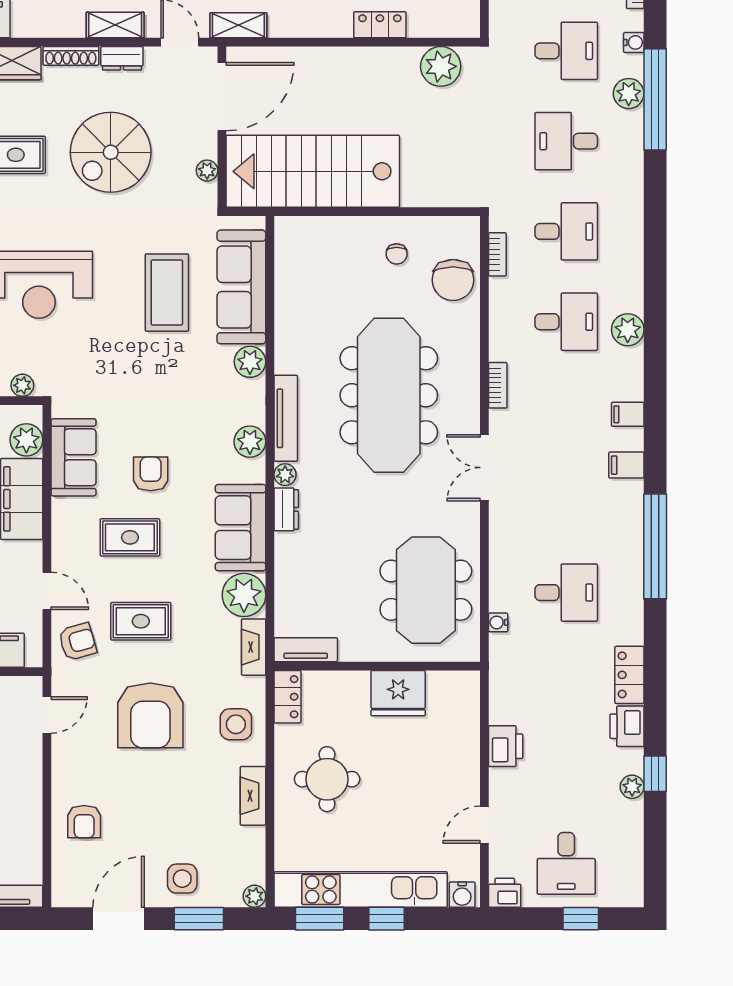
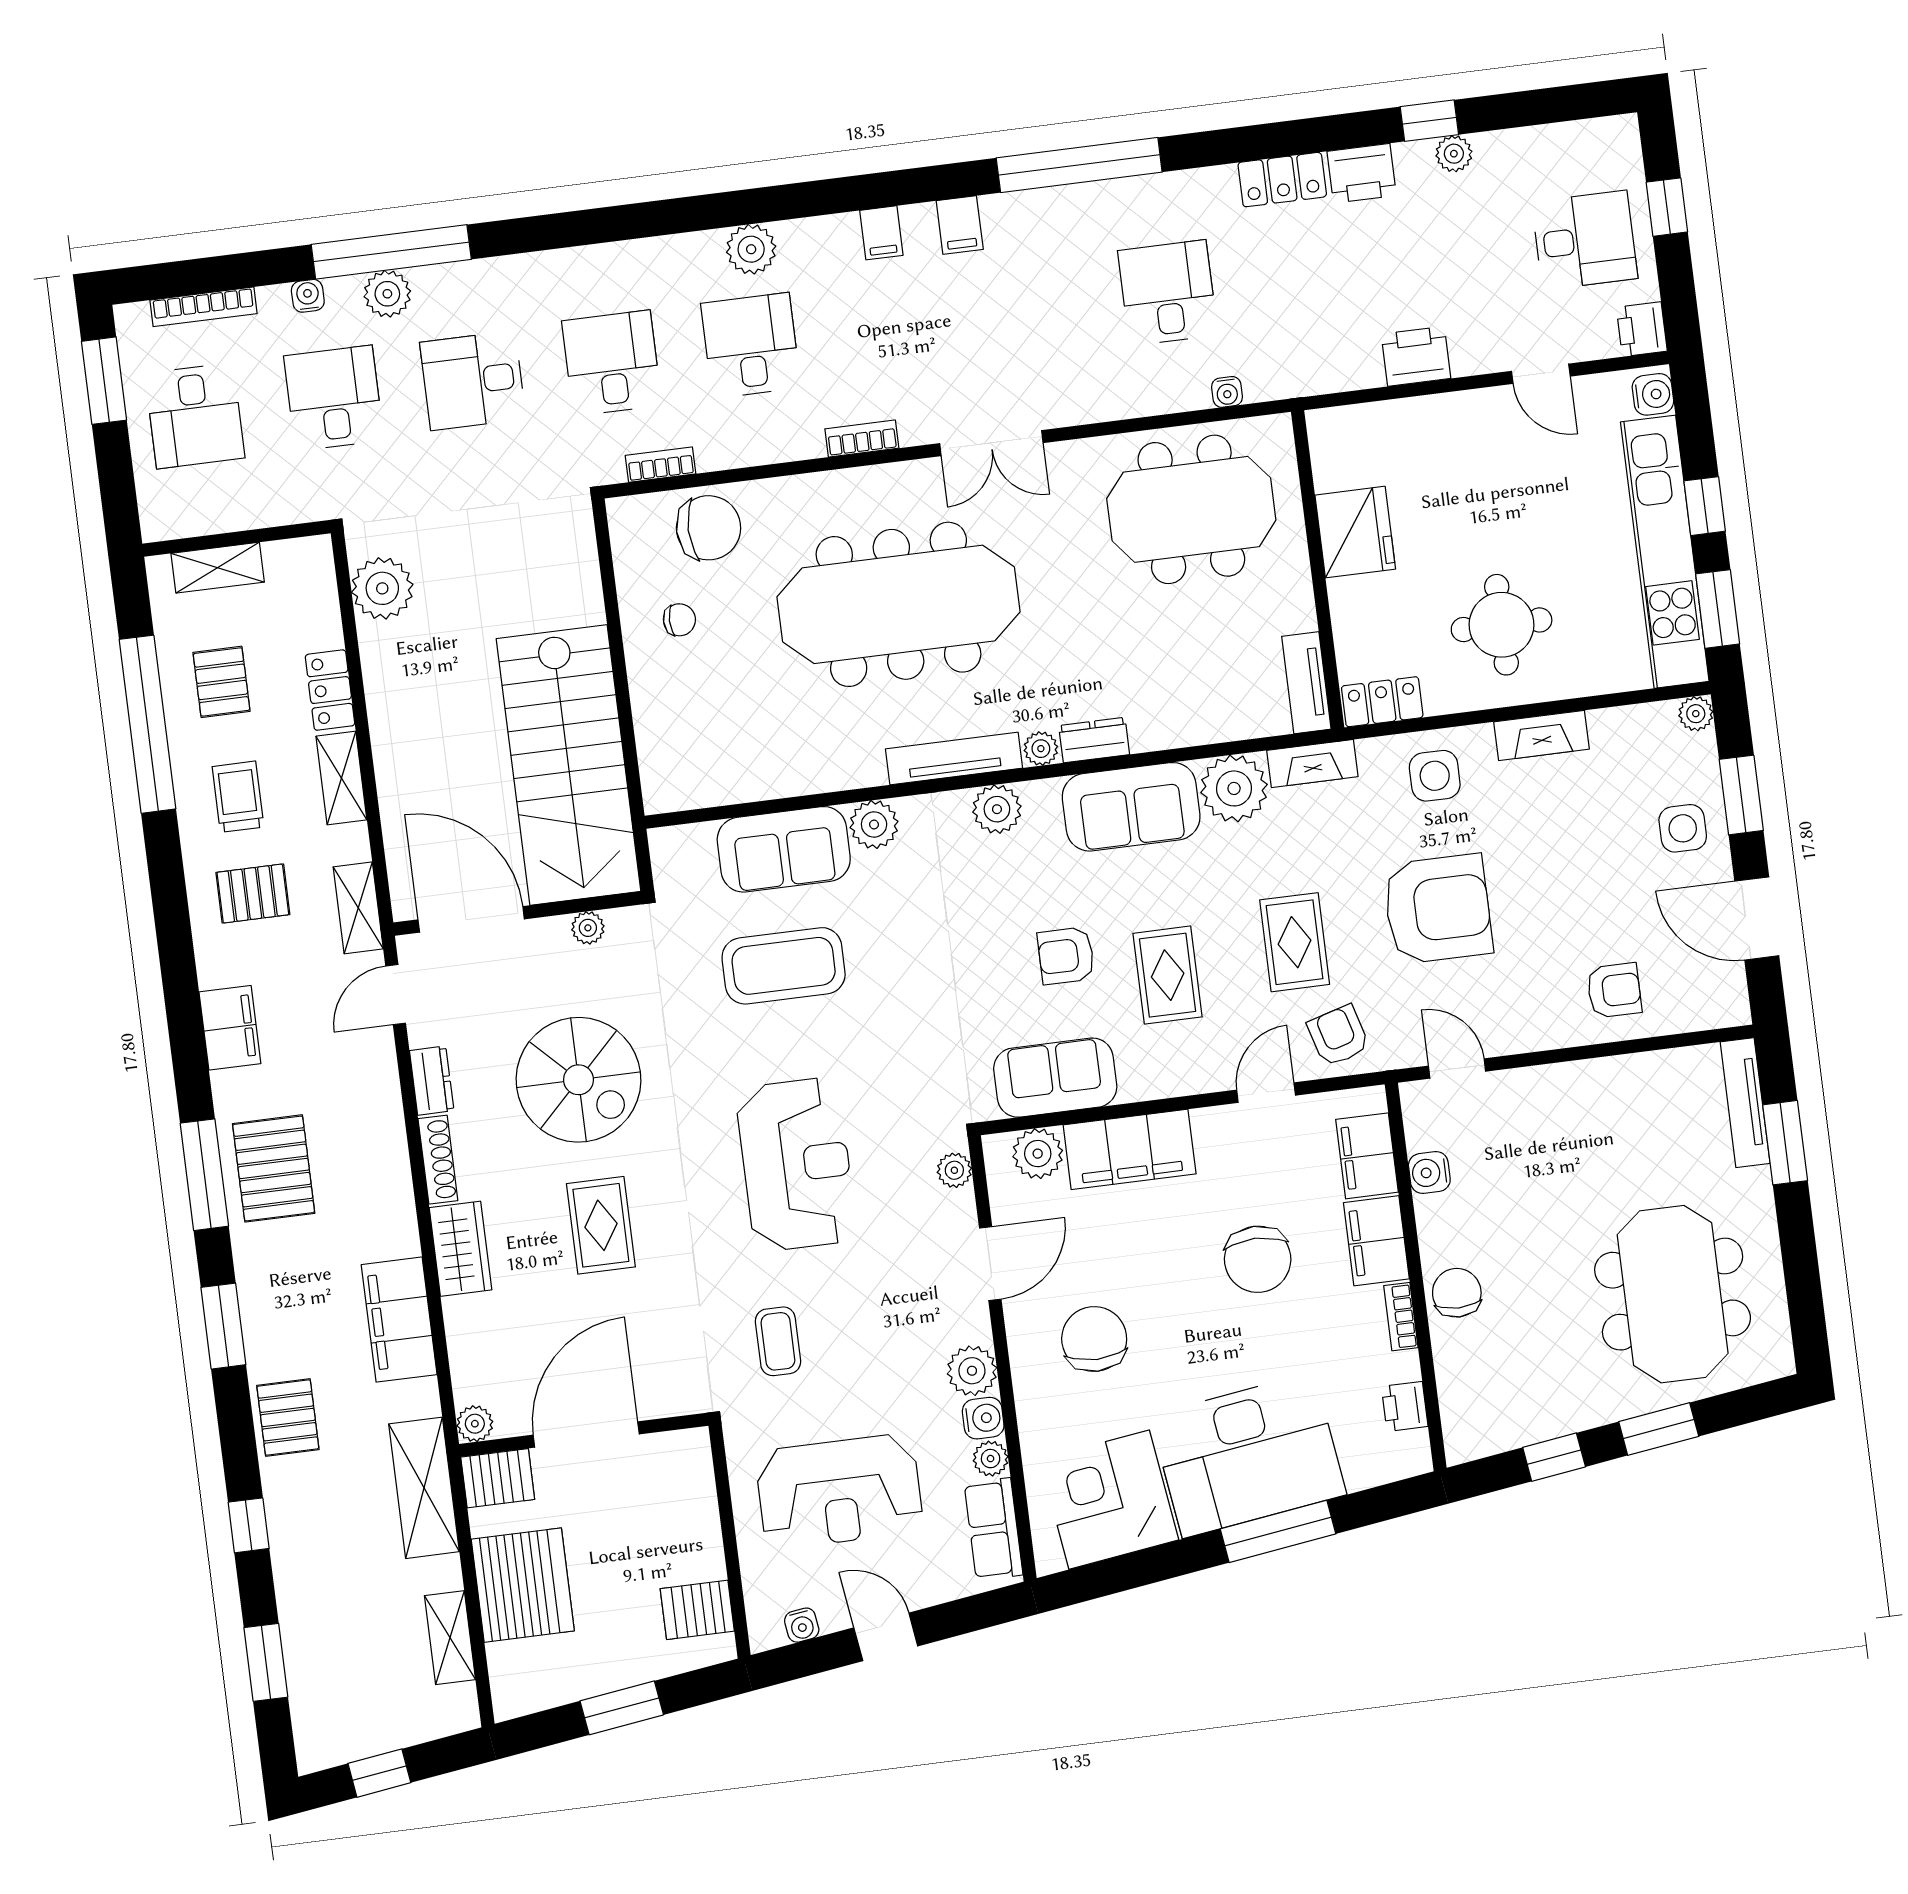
shelving: (115, 25) -> (341, 778), moved
desk: (566, 141) -> (473, 381), turned 90
sofa: (241, 287) -> (784, 849), width x0.73

